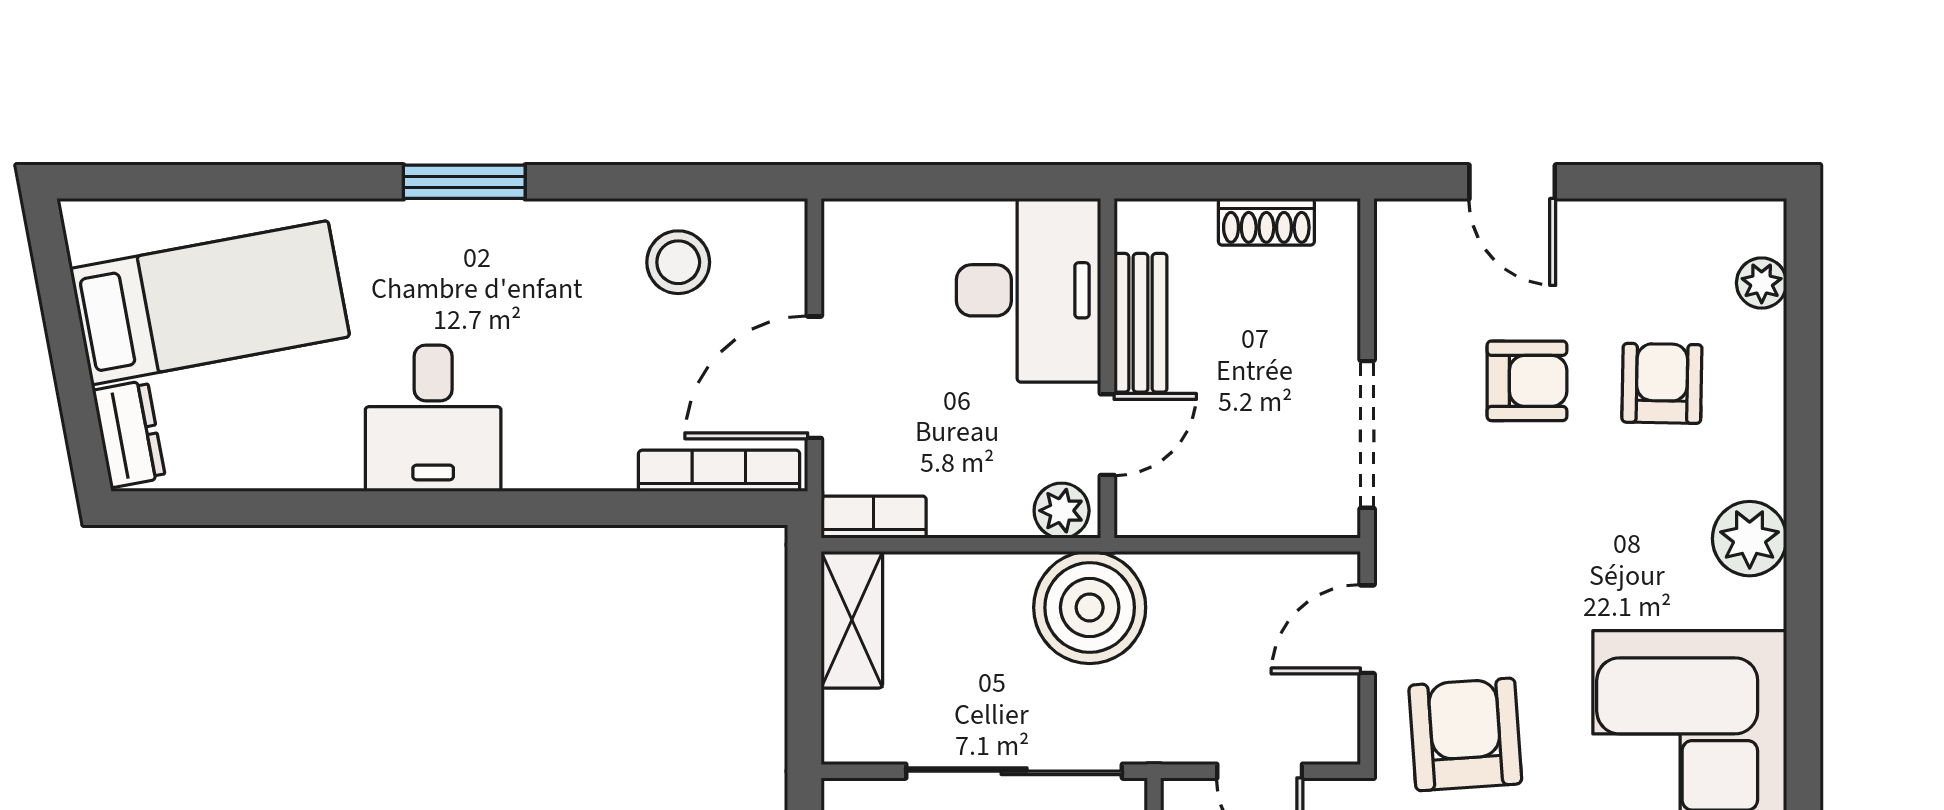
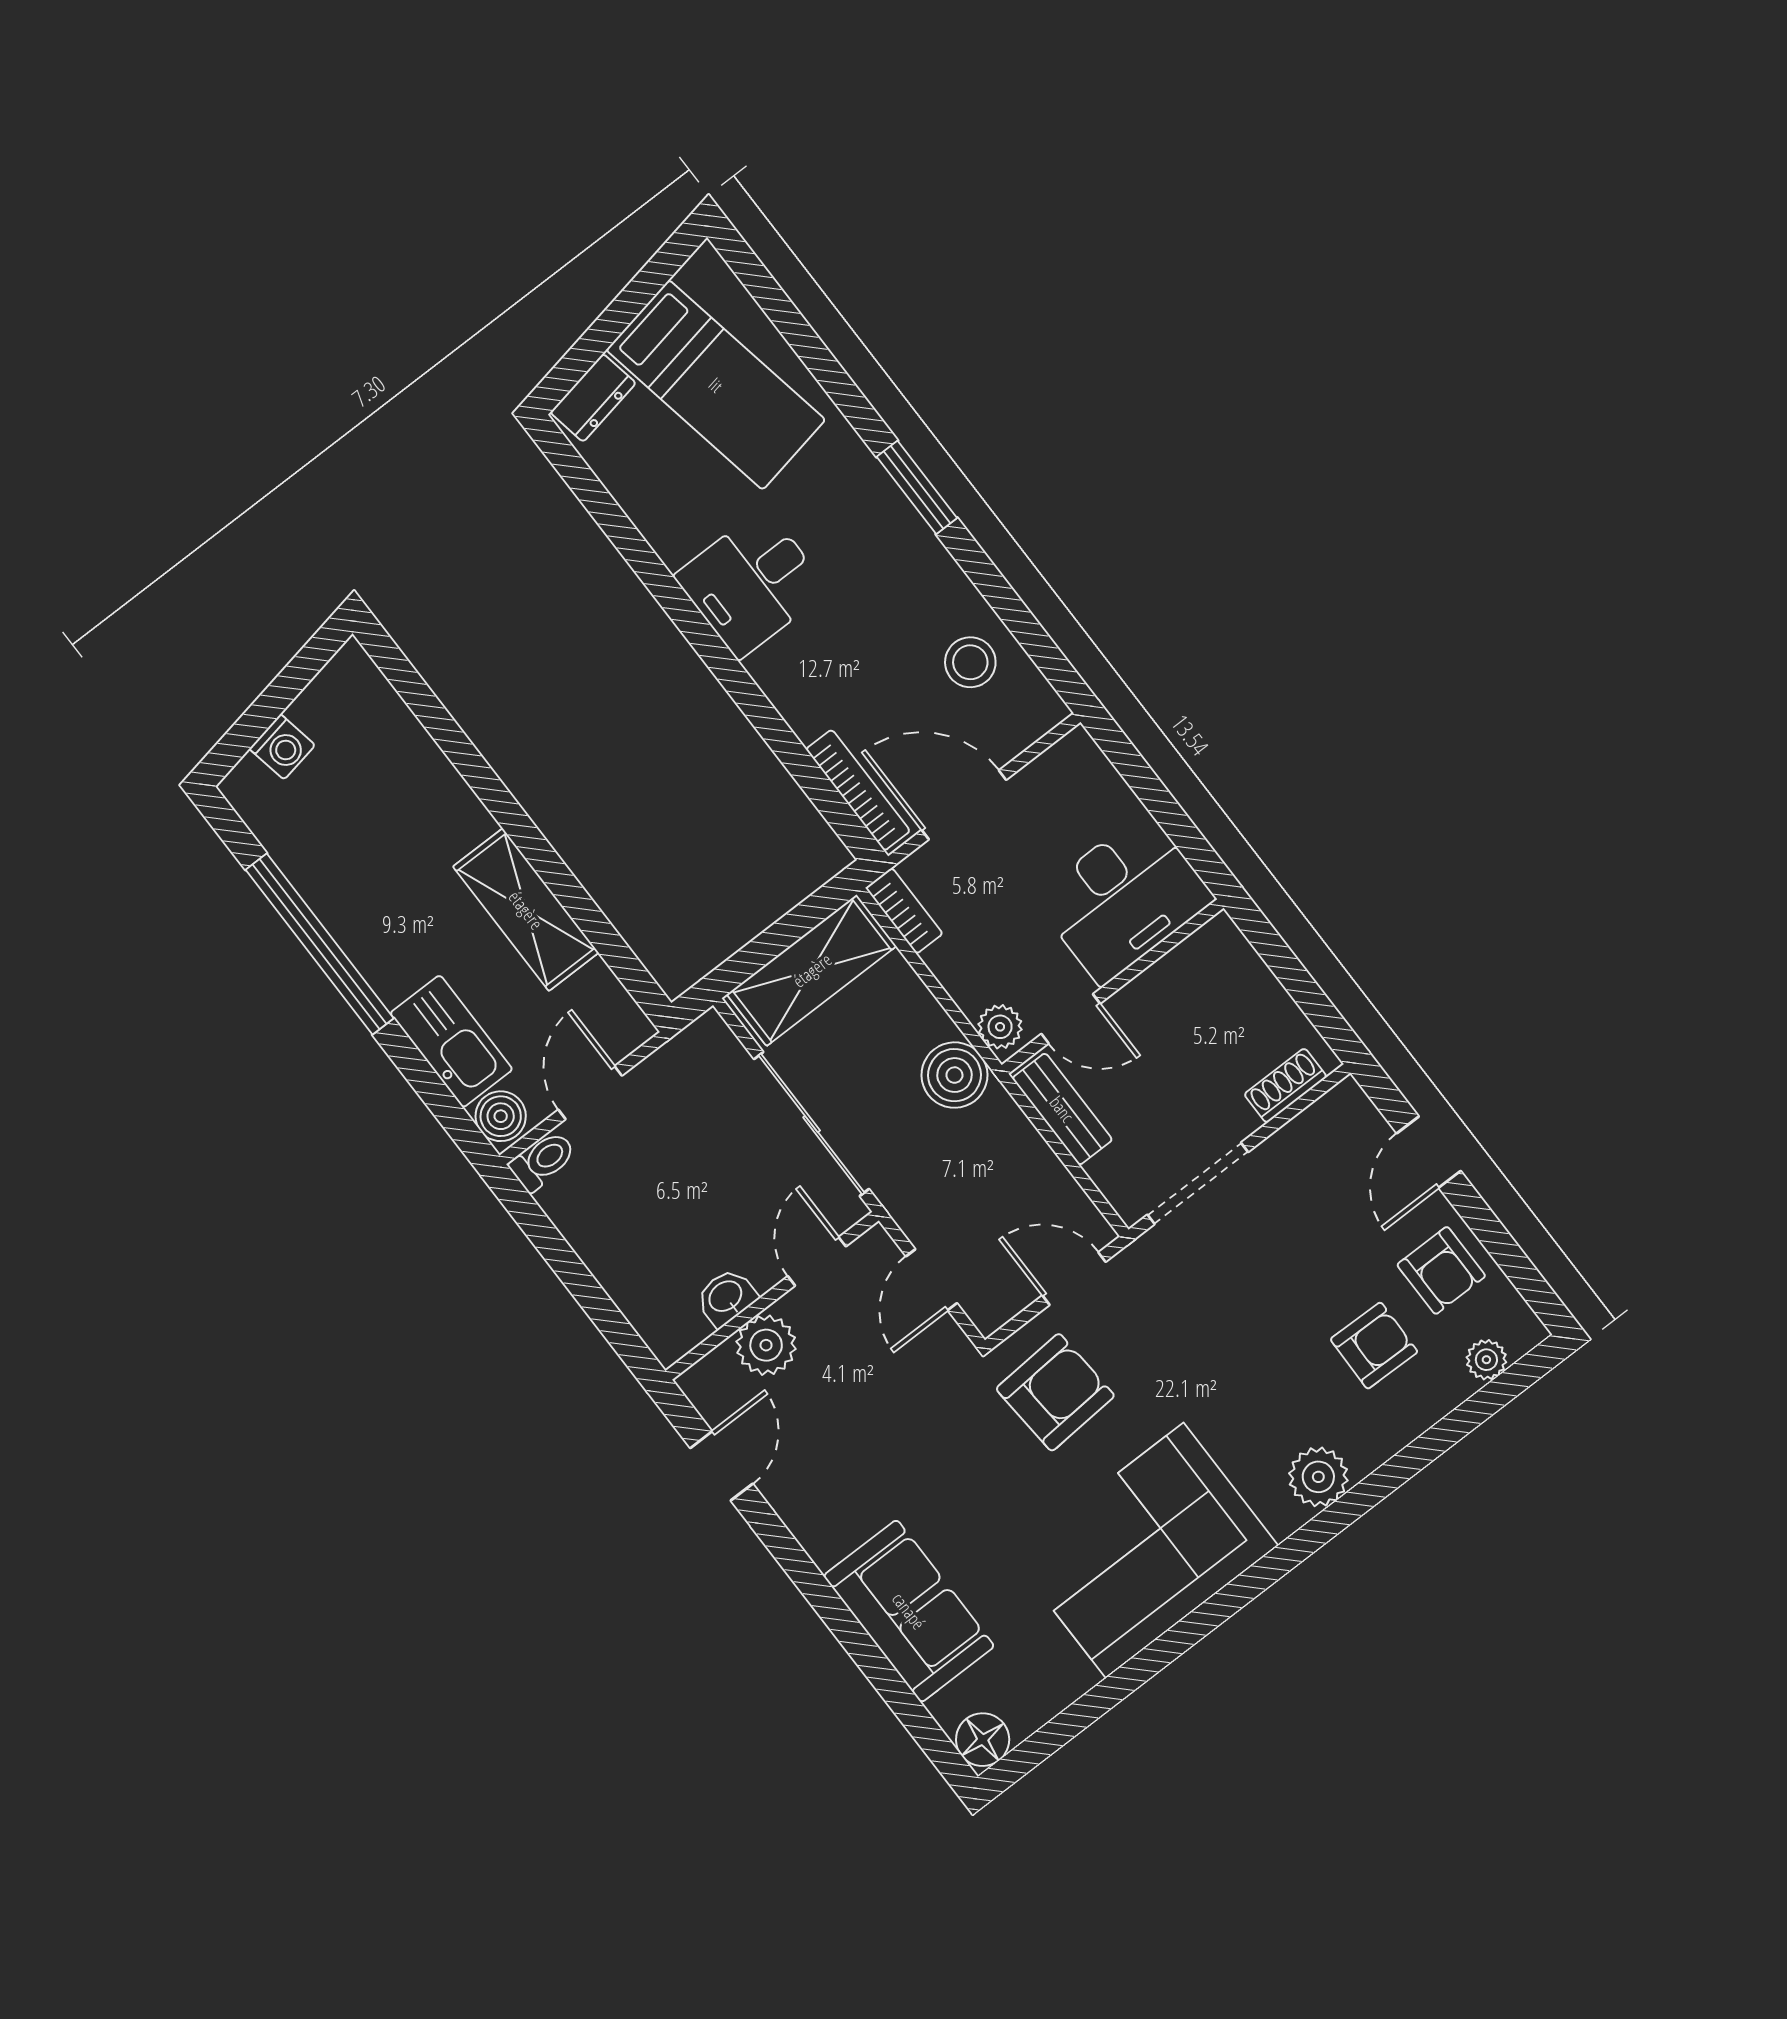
shoe rack: (1266, 222) -> (1285, 1085), moved, turned 90
bench: (1141, 323) -> (1062, 1109), moved, turned 90
armchair: (1527, 381) -> (1441, 1270), moved
boiler: (1090, 607) -> (954, 1075), width x0.73, depth x0.73
shelving: (852, 620) -> (812, 970), width x1.50, depth x1.33

